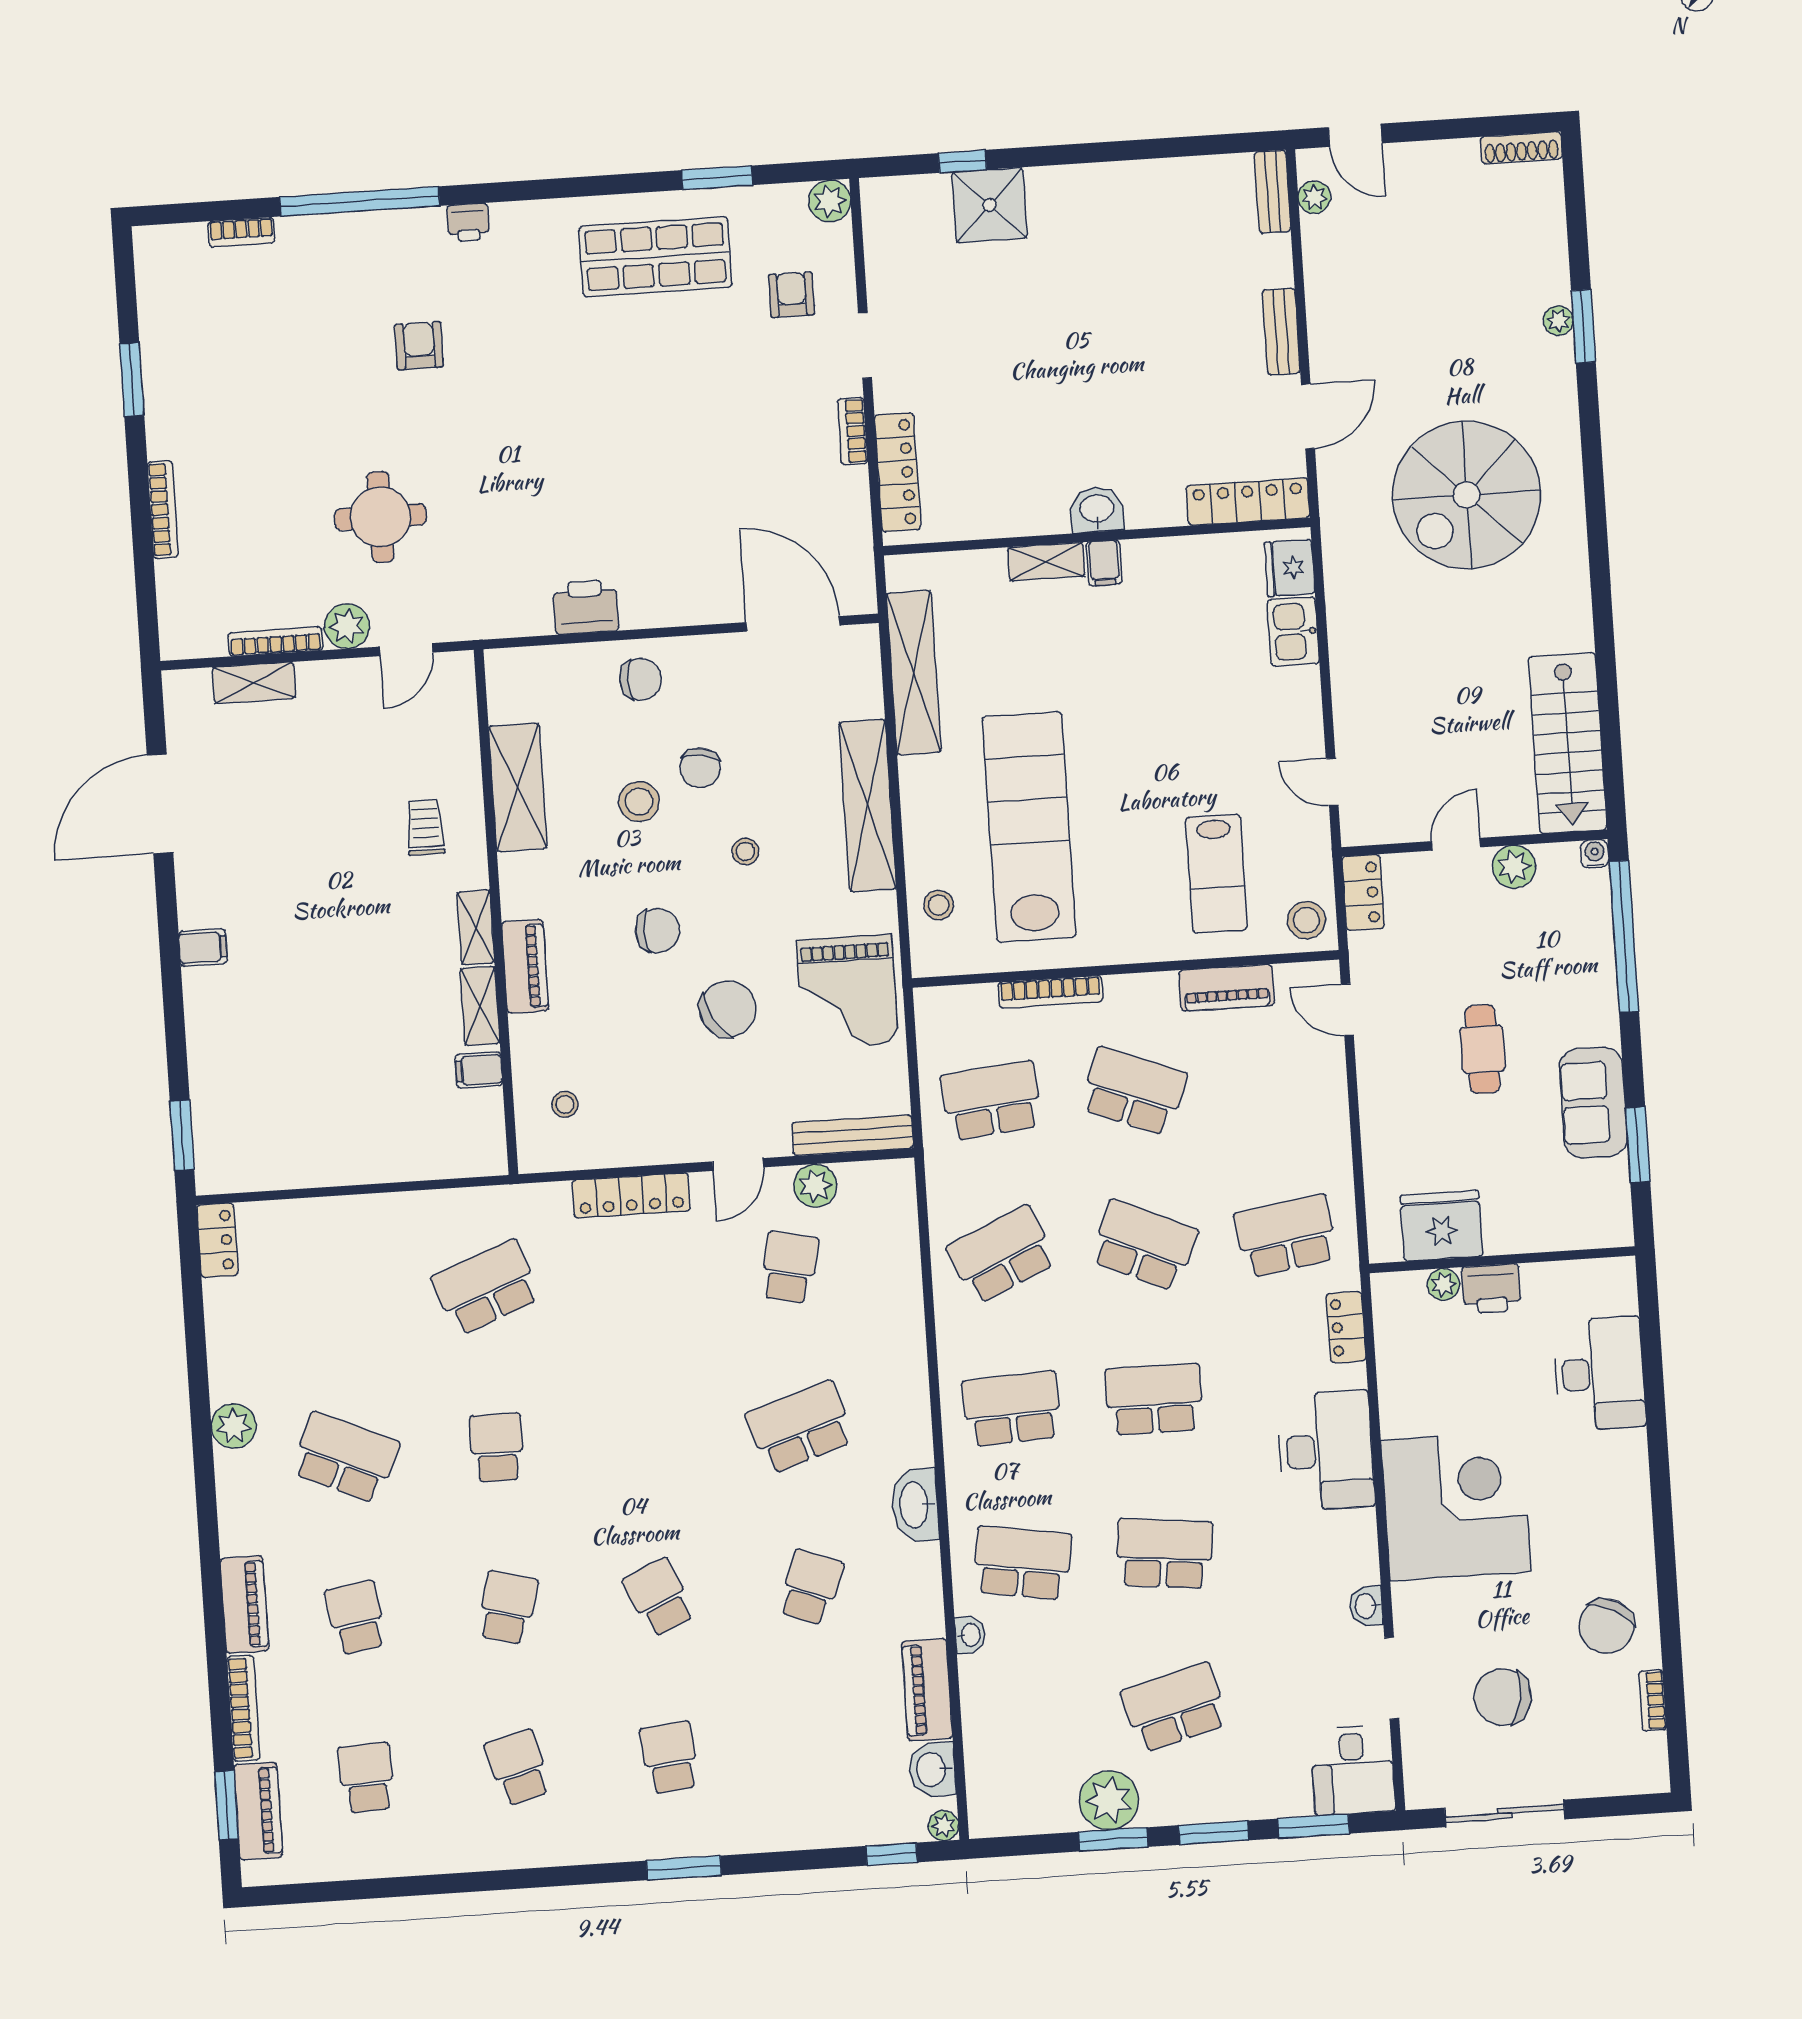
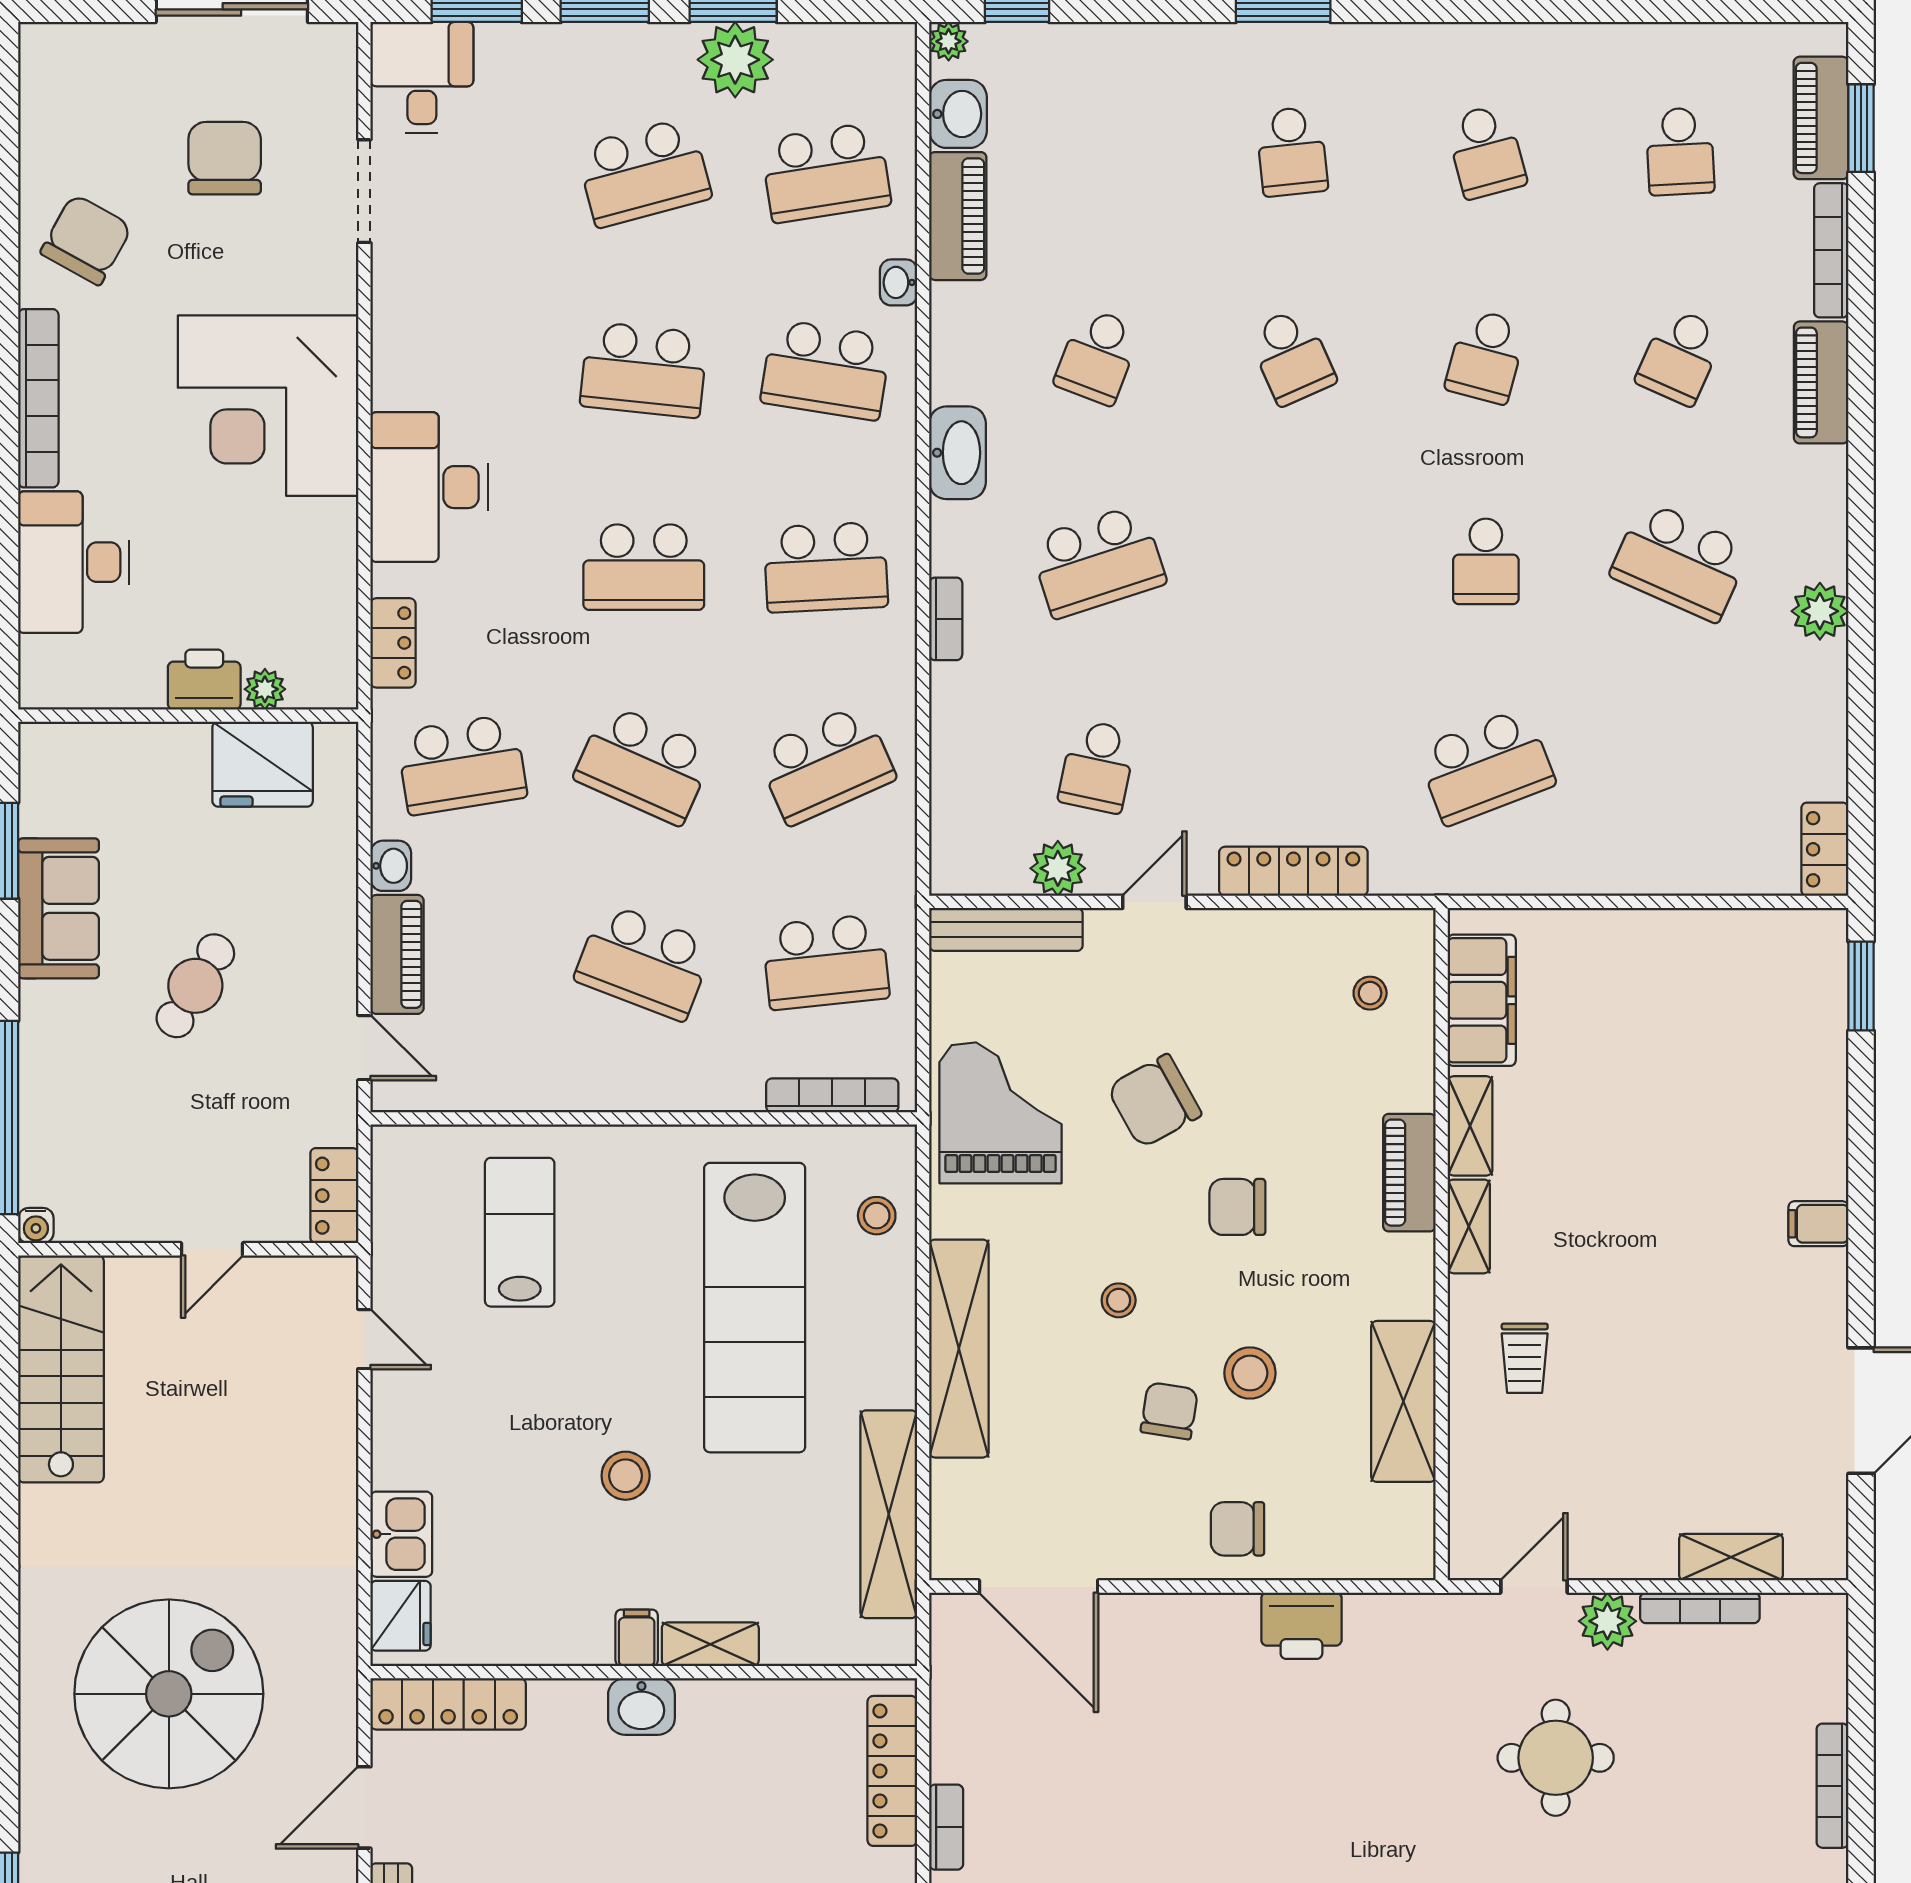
plant: (1514, 867) -> (140, 1216), removed
stool: (1306, 920) -> (626, 1476), moved
piano: (1227, 988) -> (397, 954), moved, turned 90
bookcase: (1050, 992) -> (832, 1095), moved
cafe table: (1483, 1049) -> (195, 986), turned 31
filing cabinet: (479, 1070) -> (1482, 1000), width x3.00, depth x1.17
bookcase: (916, 1375) -> (946, 619), added
washbasin: (1366, 1606) -> (391, 866), moved
school desk: (356, 1618) -> (1680, 356), turned 33
chair: (1503, 1697) -> (225, 158), turned -100
bookcase: (1653, 1700) -> (38, 398), moved, width x2.31, depth x1.31
school desk: (1032, 1717) -> (826, 172), added

